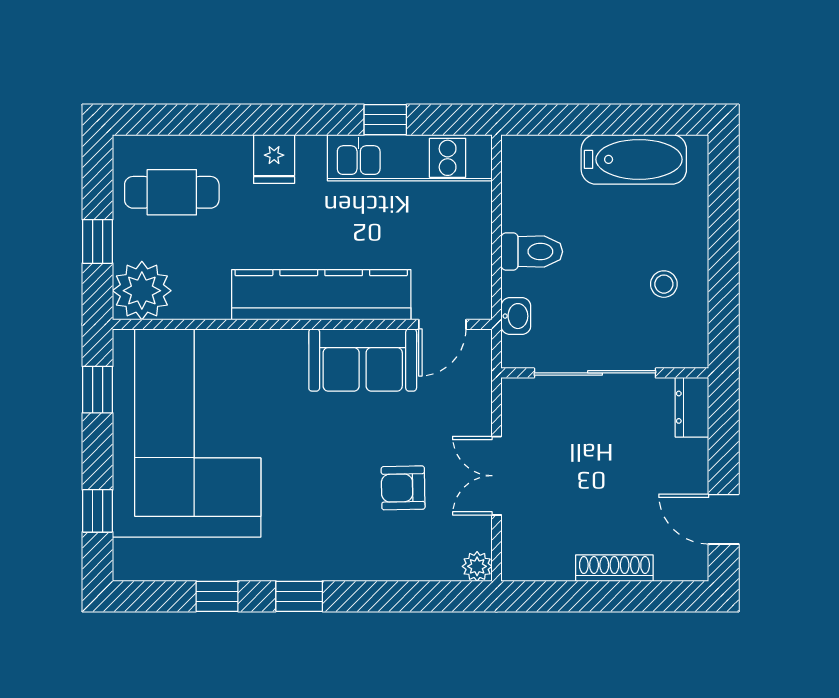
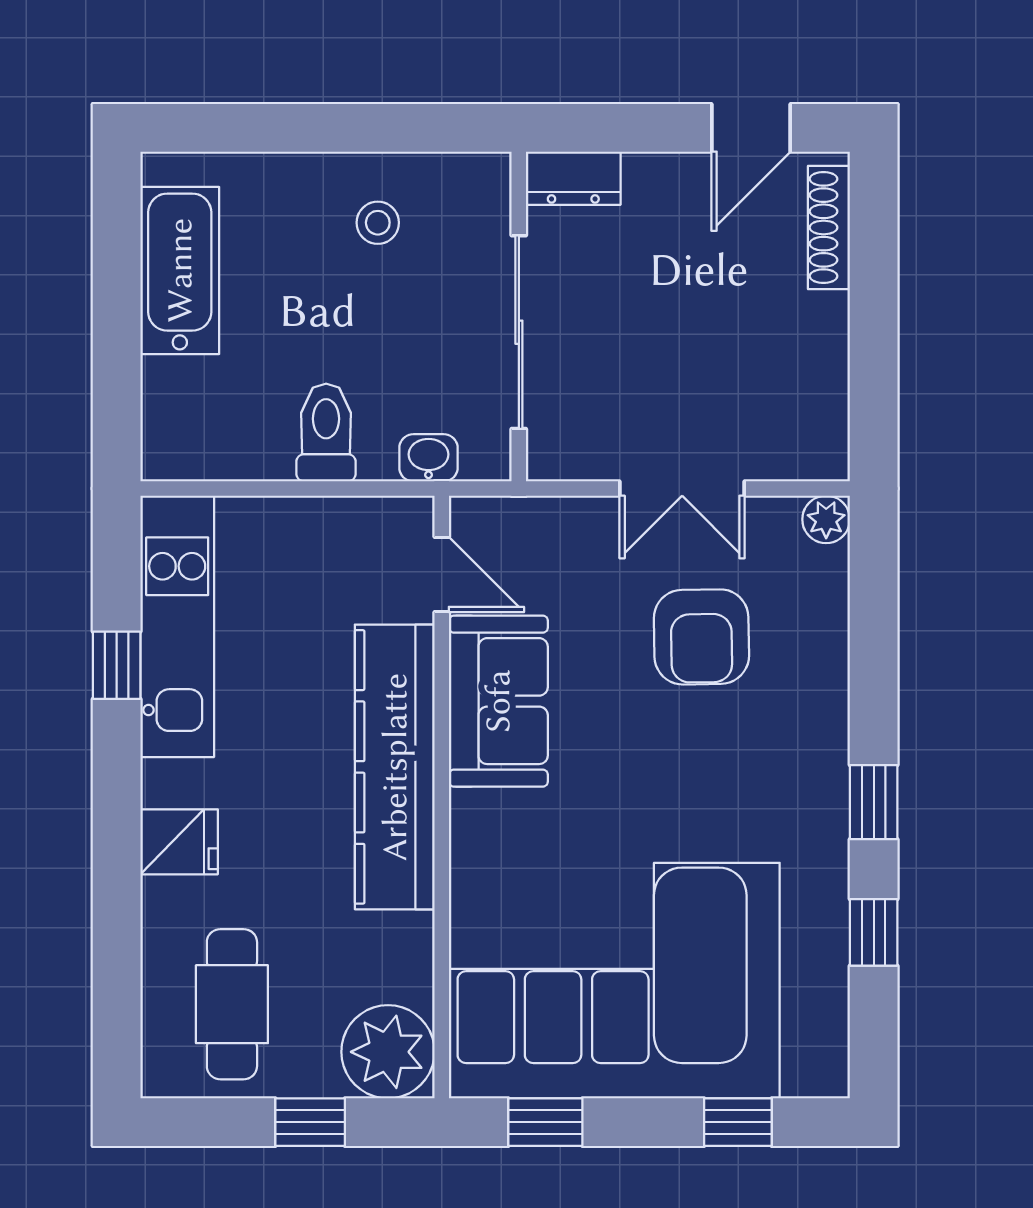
armchair: (403, 488) -> (701, 637), width x1.38, depth x1.38
shoe rack: (614, 568) -> (829, 227), moved

